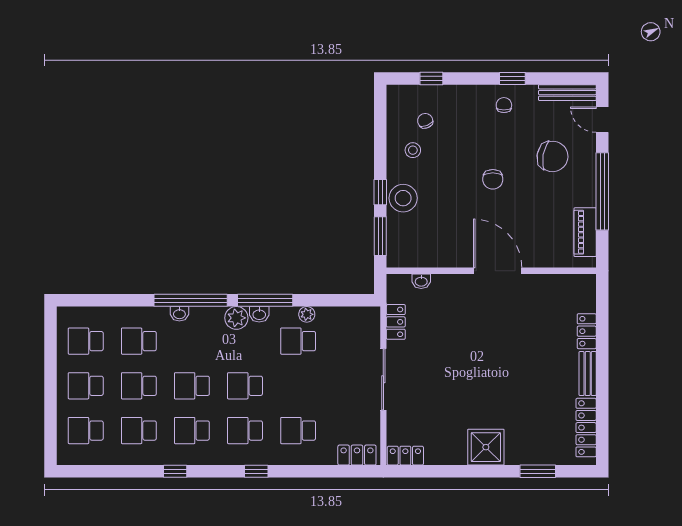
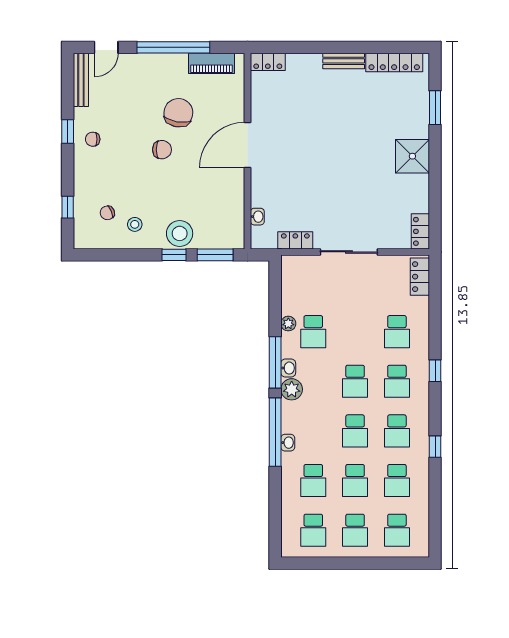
chair: (553, 156) -> (178, 113), moved
locker: (587, 331) -> (268, 62), moved

